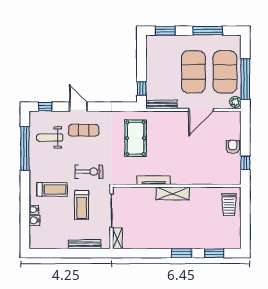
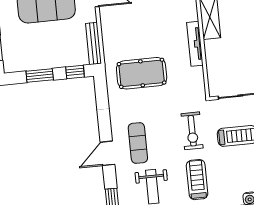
window: (141, 62) -> (40, 76), added
exercise bike: (89, 172) -> (192, 131), turned 180
treadmill: (52, 189) -> (197, 180), moved

